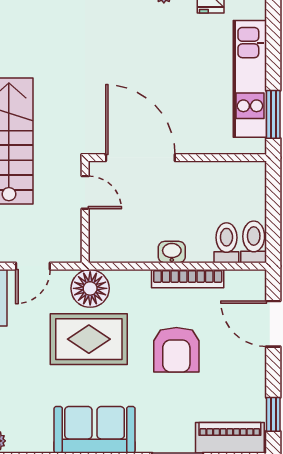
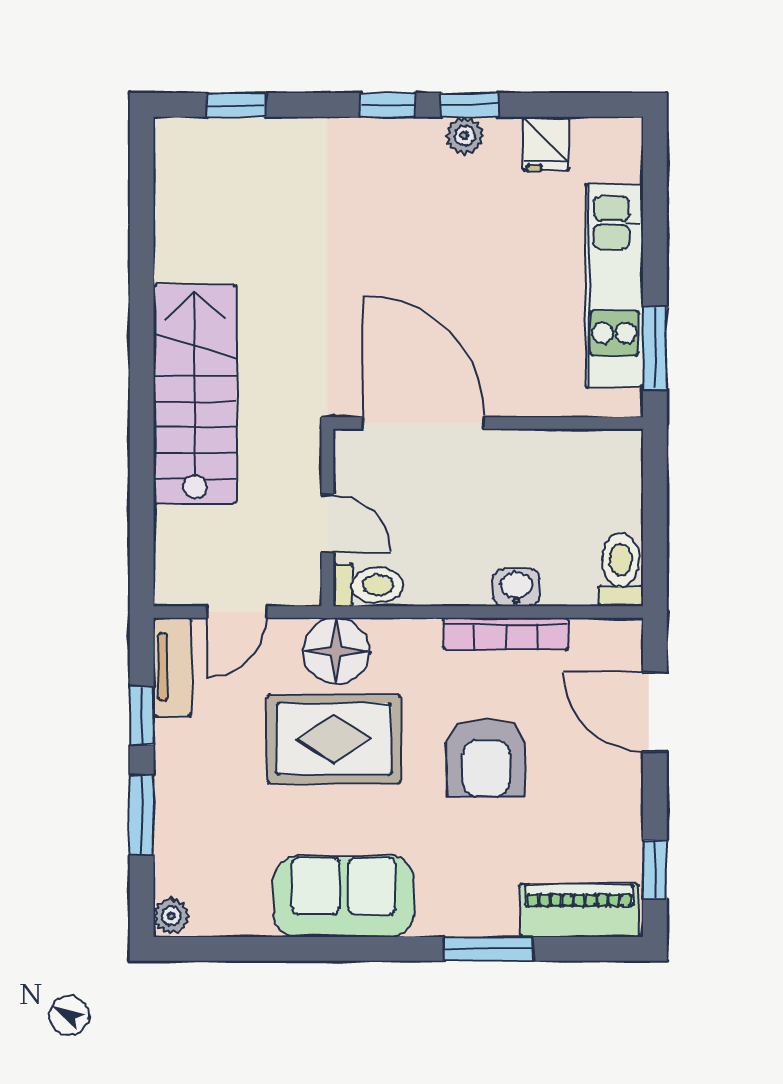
door: (85, 192) -> (327, 523), moved
toilet: (226, 243) -> (368, 585), moved, turned 90
washbasin: (172, 252) -> (516, 587), moved

